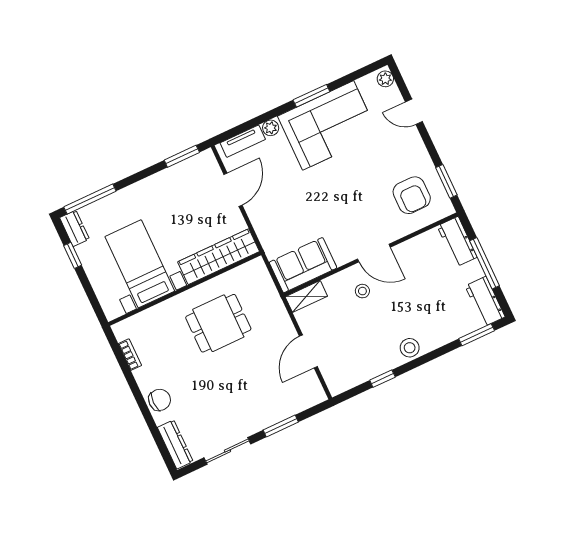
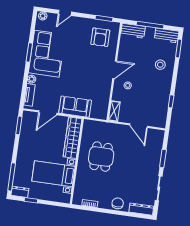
door: (233, 190) -> (48, 113), swing flipped
armchair: (412, 195) -> (100, 37), turned 90
sofa: (303, 265) -> (75, 107), moved, turned 90
stool: (410, 348) -> (160, 65), moved

